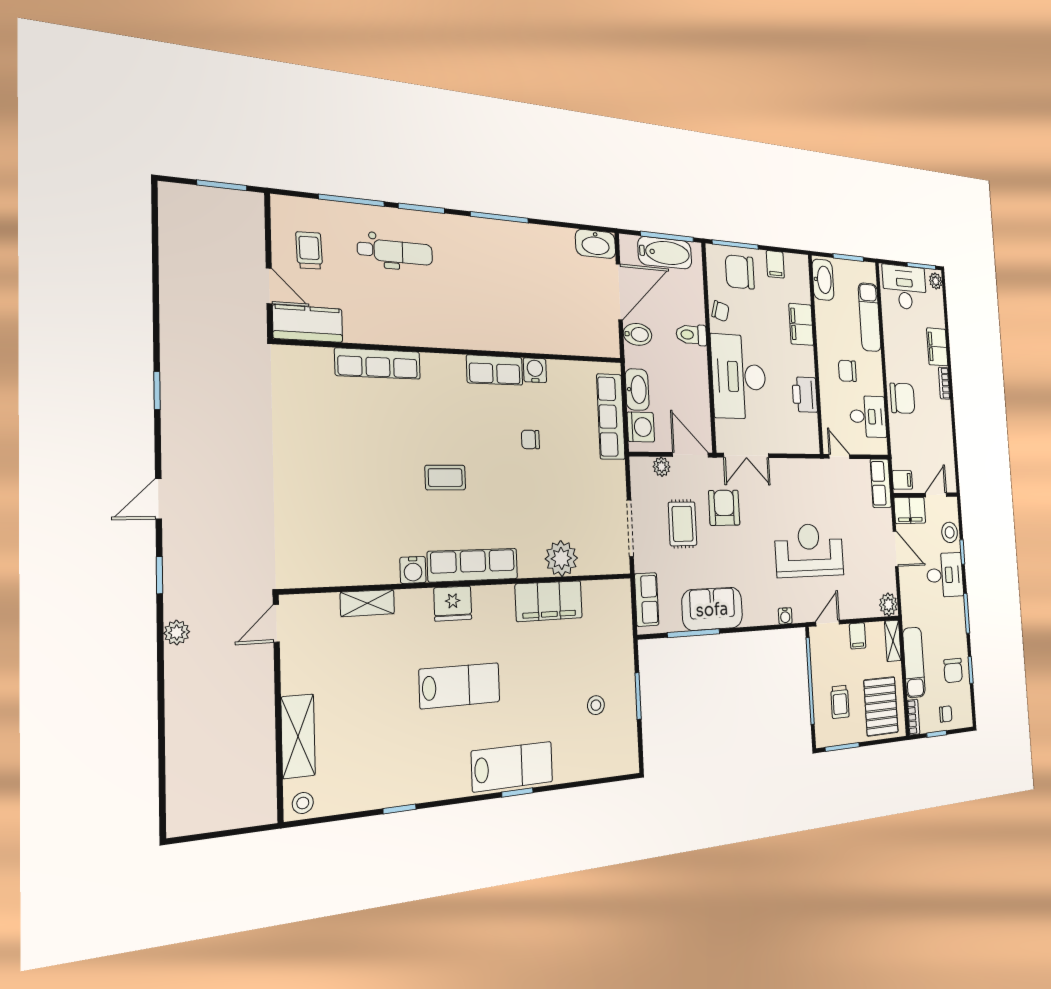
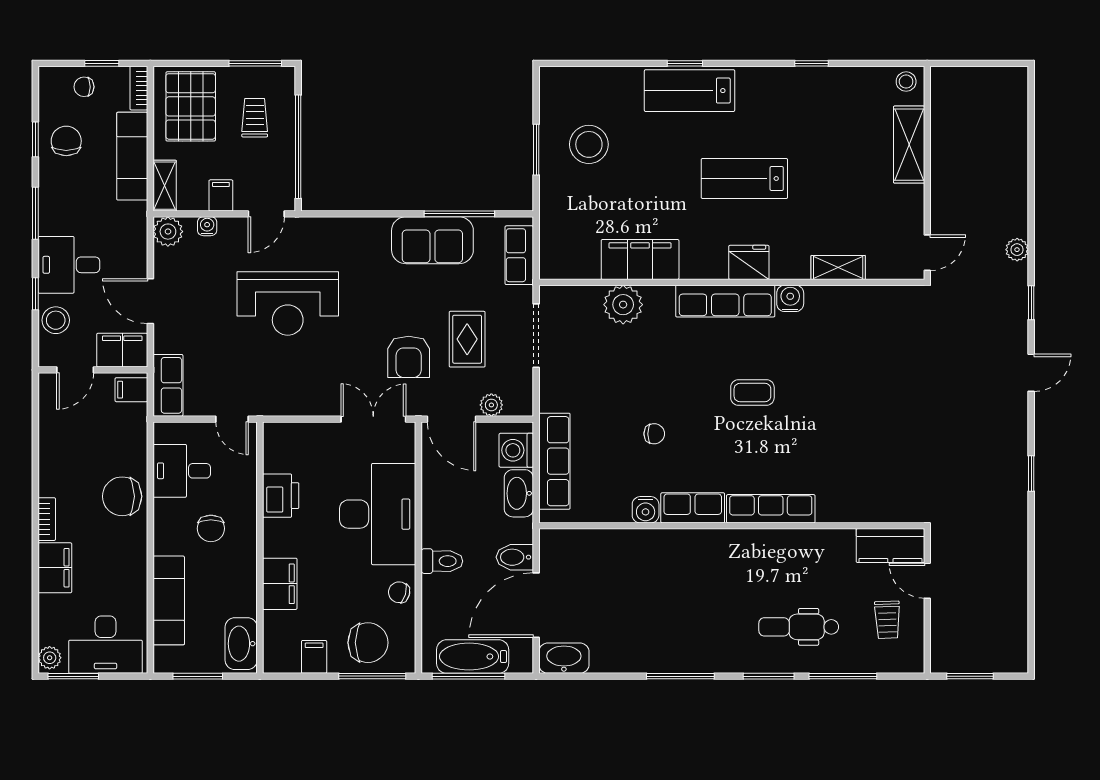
row of seats: (378, 364) -> (771, 509), moved
chair: (847, 371) -> (211, 528), turned 90
water cooler: (785, 616) -> (207, 226), moved
stool: (596, 705) -> (589, 144), width x1.89, depth x1.89

